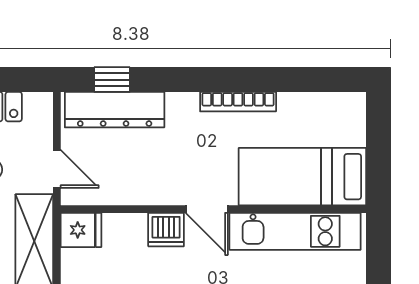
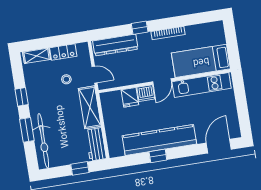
window: (112, 80) -> (140, 28), moved
door: (207, 209) -> (162, 82), hinge flipped
fridge: (81, 230) -> (130, 97), moved, turned 90

